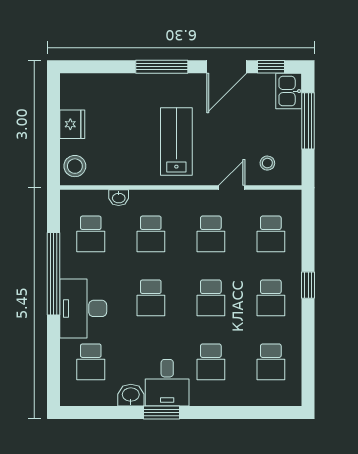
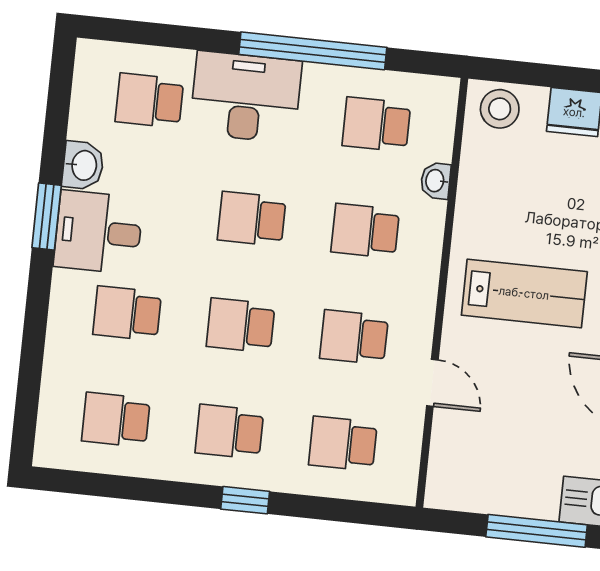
stool: (267, 163) -> (469, 451), removed

